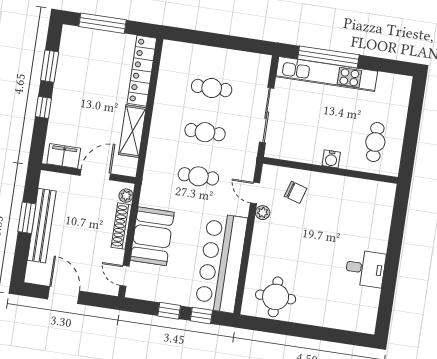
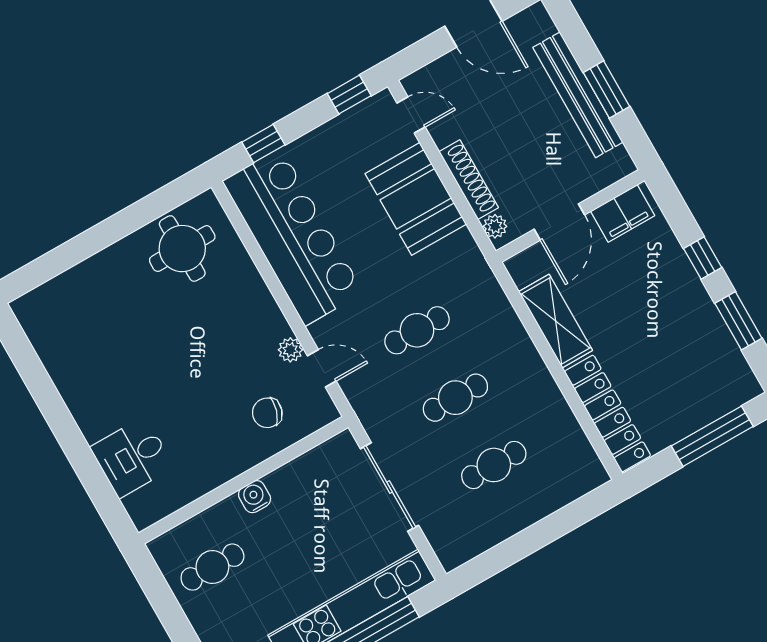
cafe table: (375, 142) -> (212, 567), turned 90
desk: (365, 268) -> (132, 457), moved
window: (169, 311) -> (349, 95), moved

